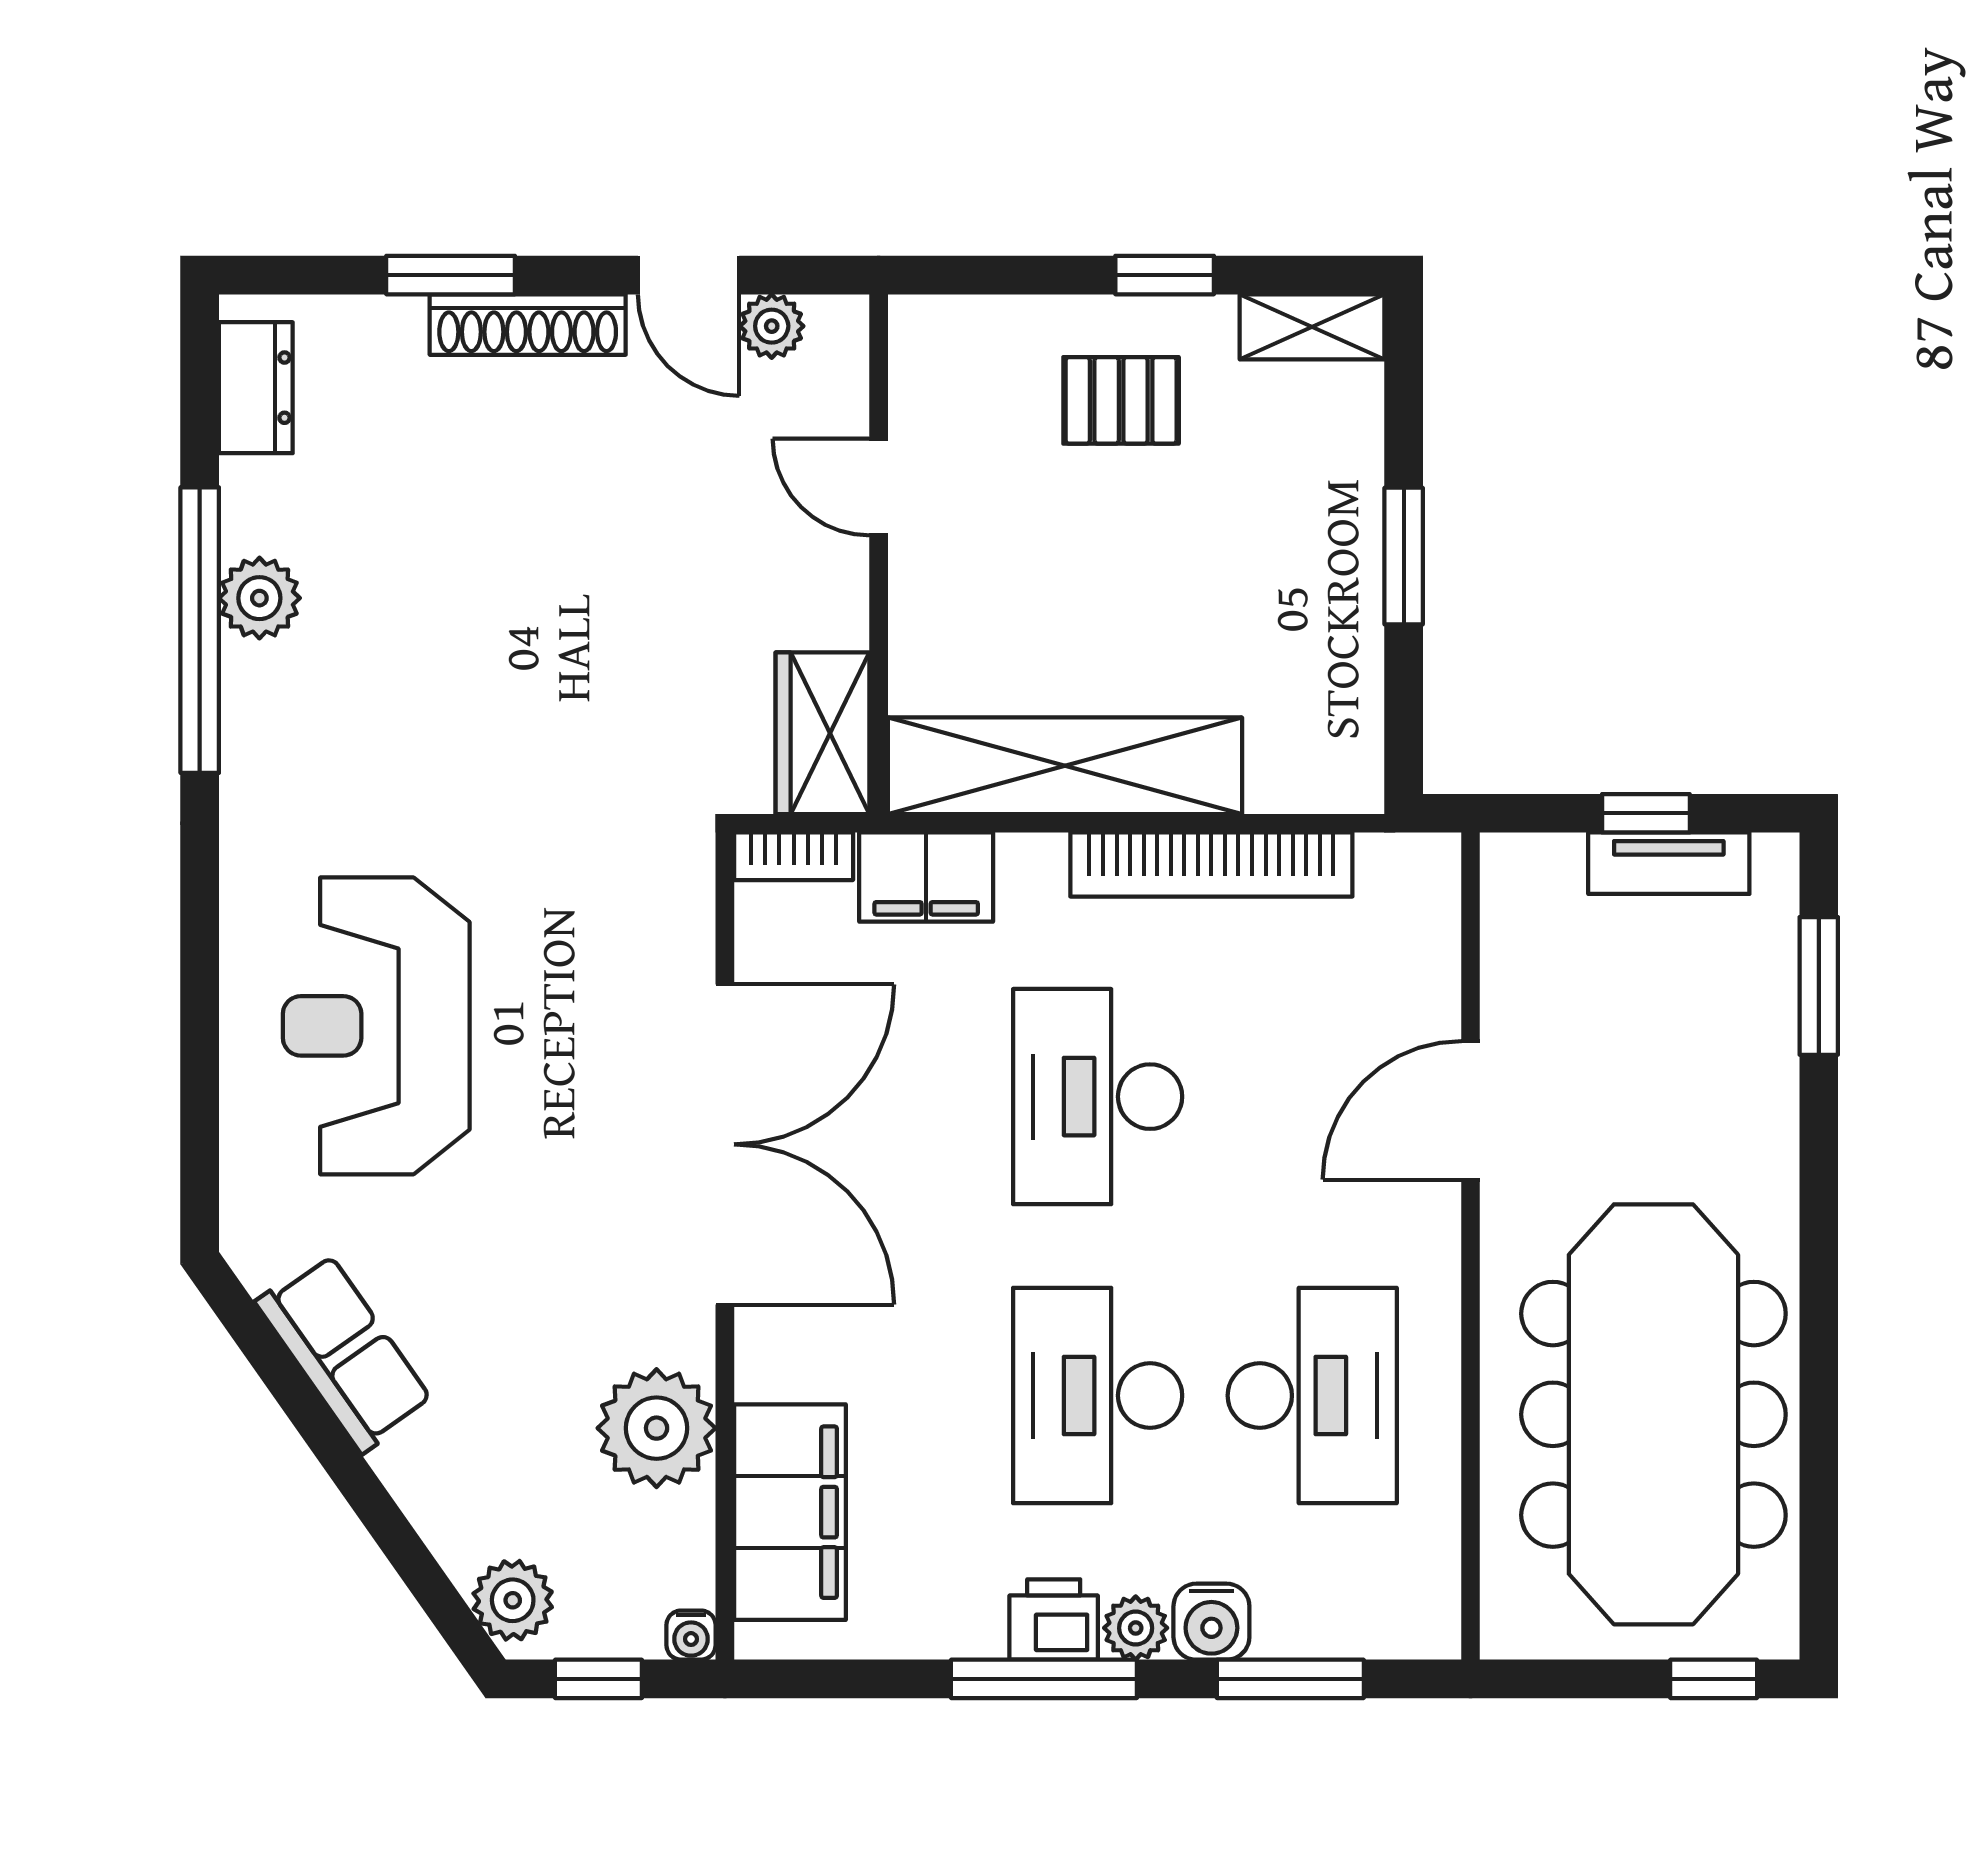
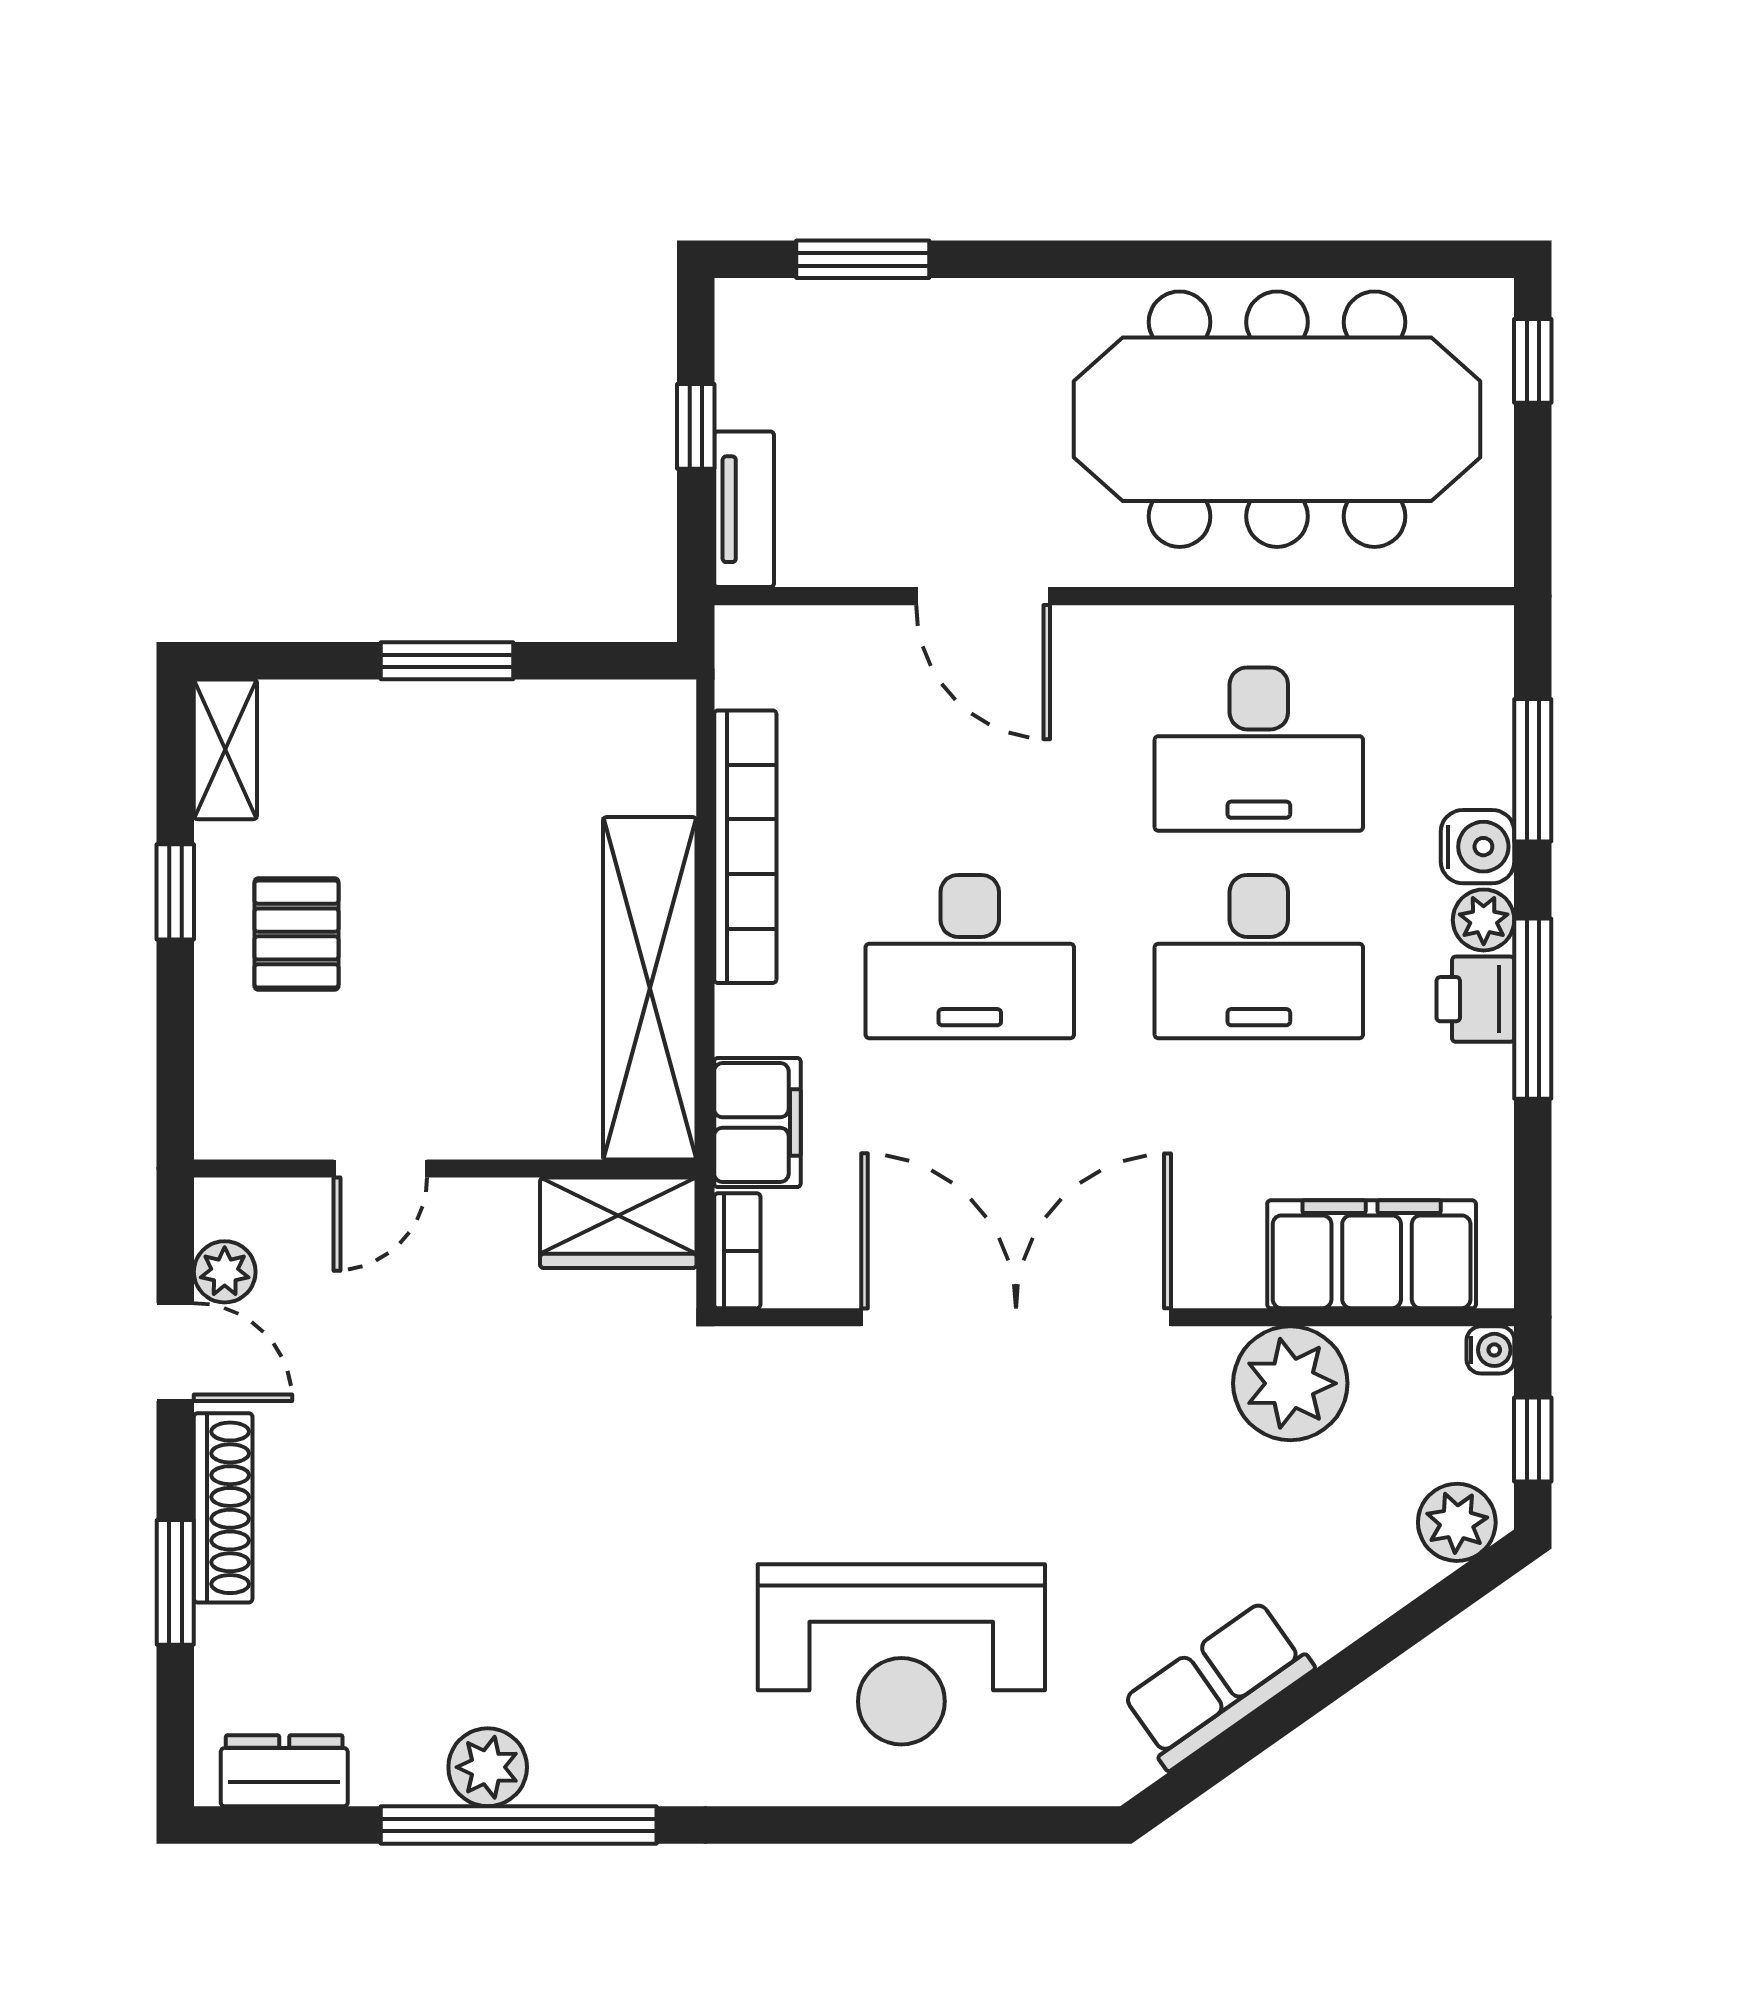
door: (689, 275) -> (175, 1352), hinge flipped
tv unit: (1669, 863) -> (744, 509), moved
desk: (1312, 1396) -> (1259, 749), turned 180

